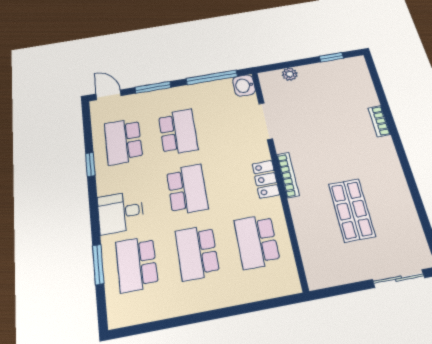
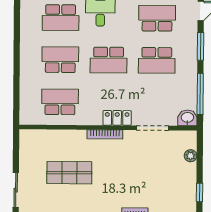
locker: (266, 179) -> (117, 118), moved
school desk: (137, 264) -> (61, 18), turned 180

